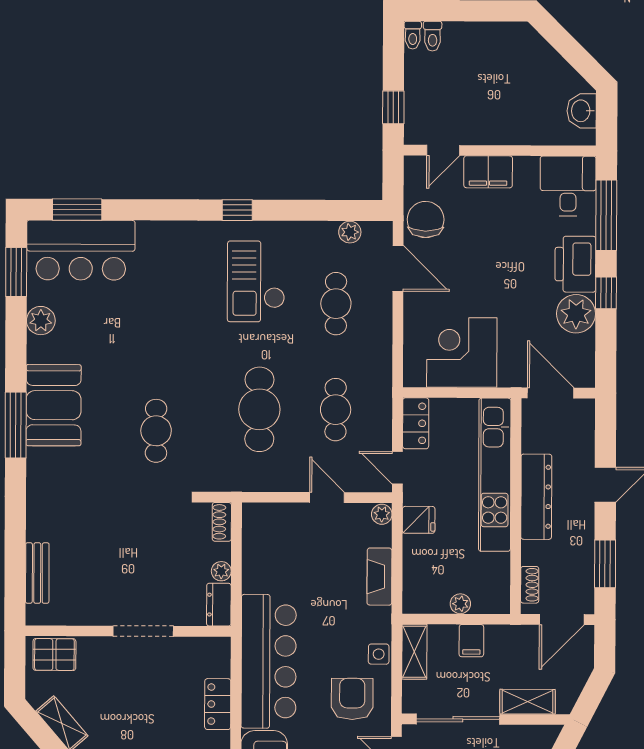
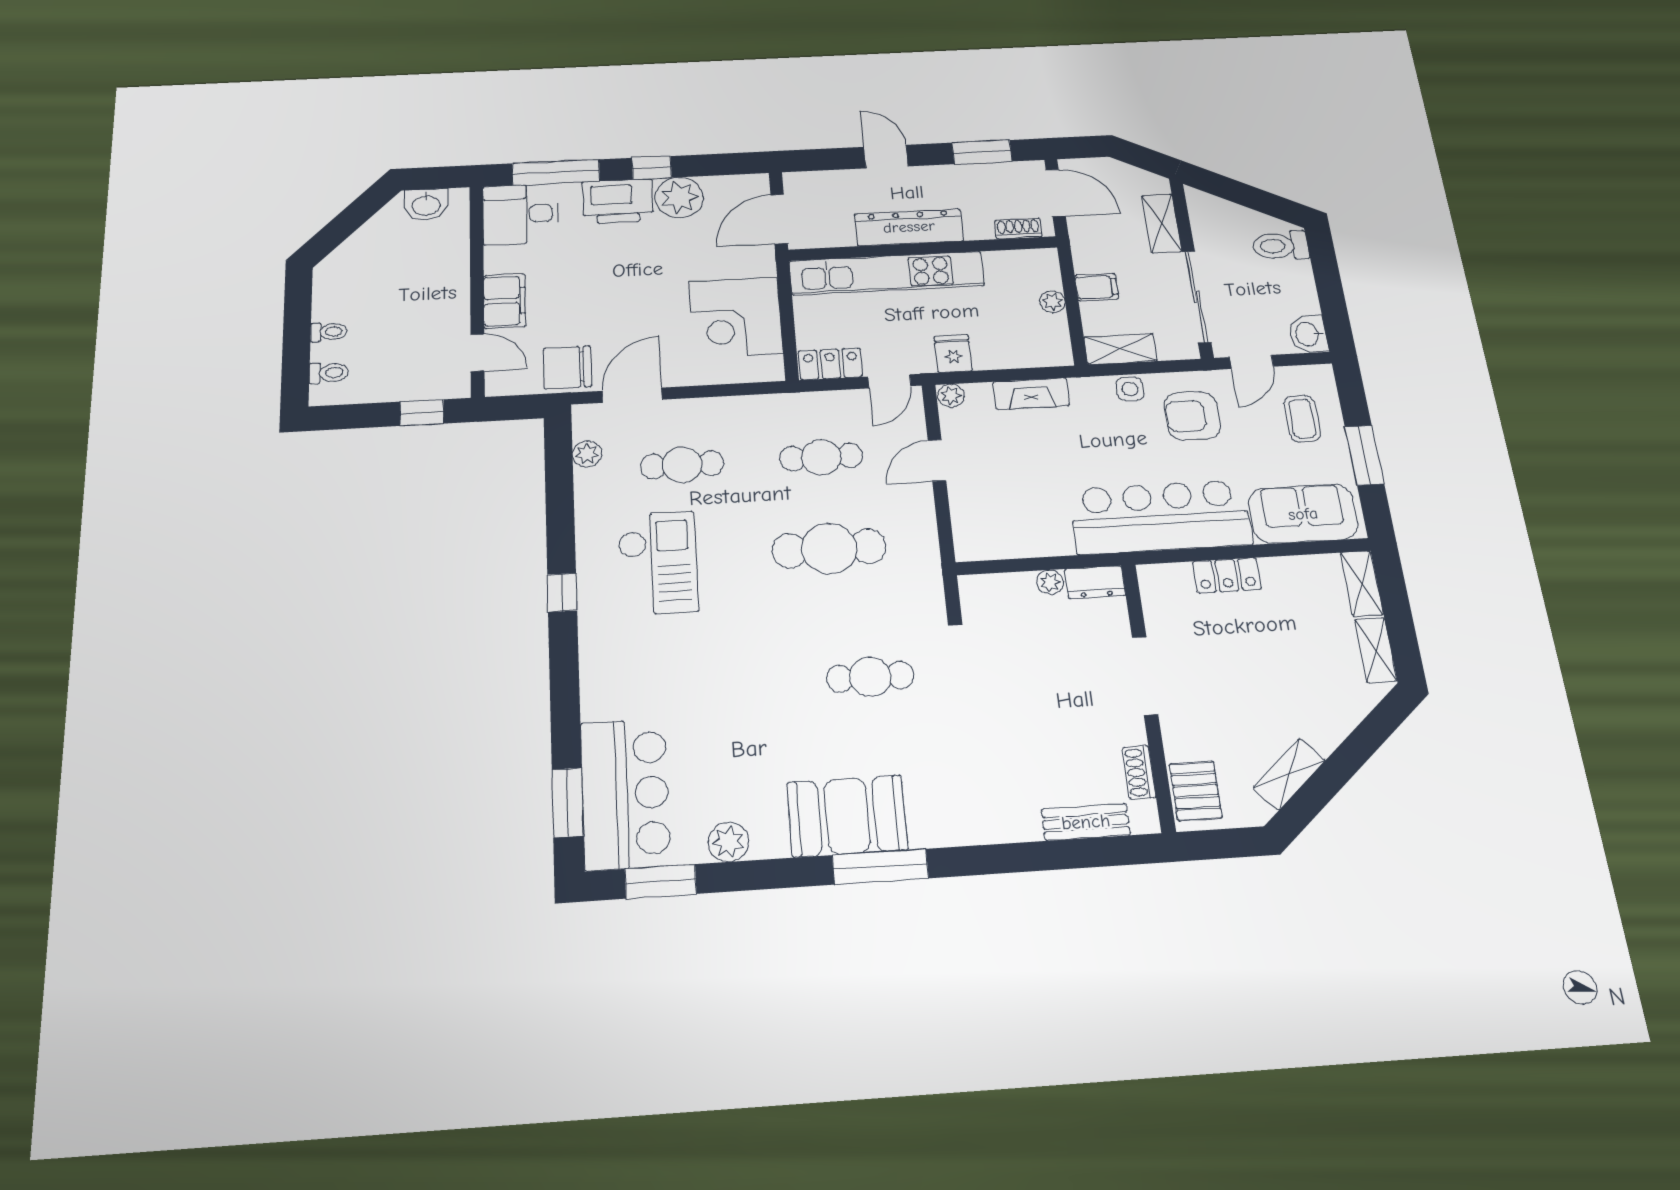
toilet: (413, 35) -> (329, 332), moved
checkout: (256, 281) -> (658, 563), turned -90
shoe rack: (222, 522) -> (1139, 772), moved, turned 90

